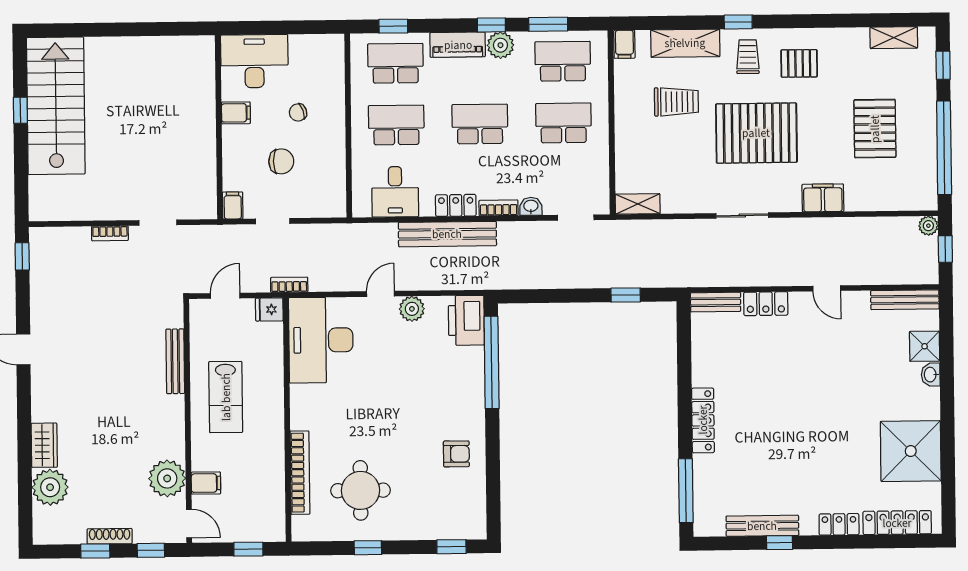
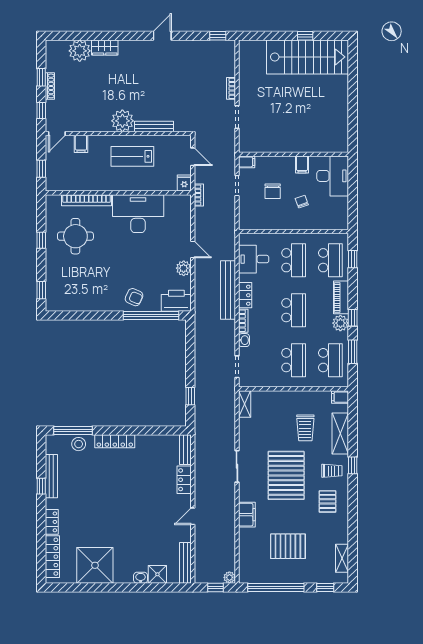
desk: (321, 340) -> (138, 214), moved
armchair: (456, 454) -> (134, 297), moved, turned -66
plant: (167, 478) -> (122, 121), moved
stool: (708, 481) -> (79, 444), added

